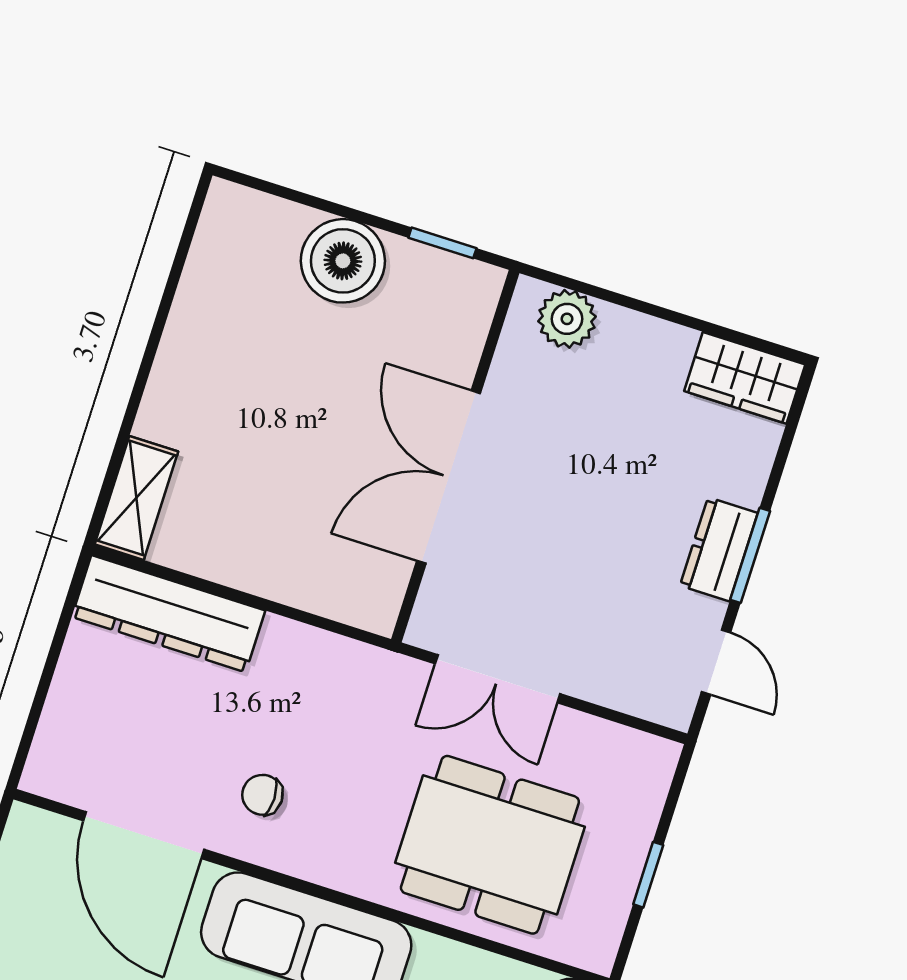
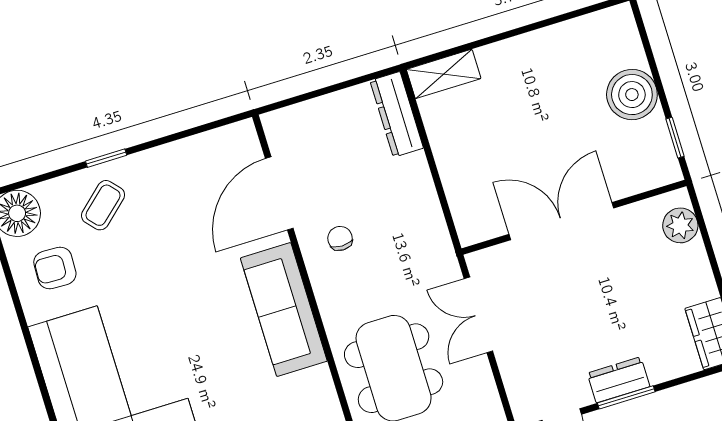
dresser: (168, 614) -> (397, 114), width x0.73, depth x0.80

